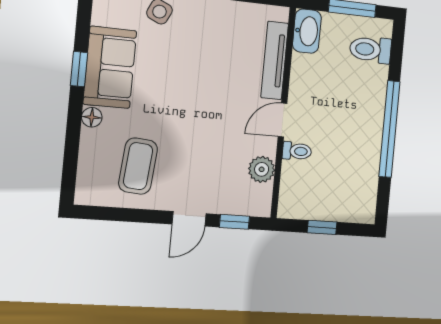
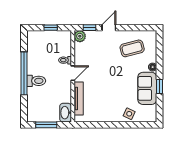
toilet: (370, 50) -> (36, 81), moved
coffee table: (138, 166) -> (132, 48), turned 70
plant: (262, 169) -> (80, 36), moved

